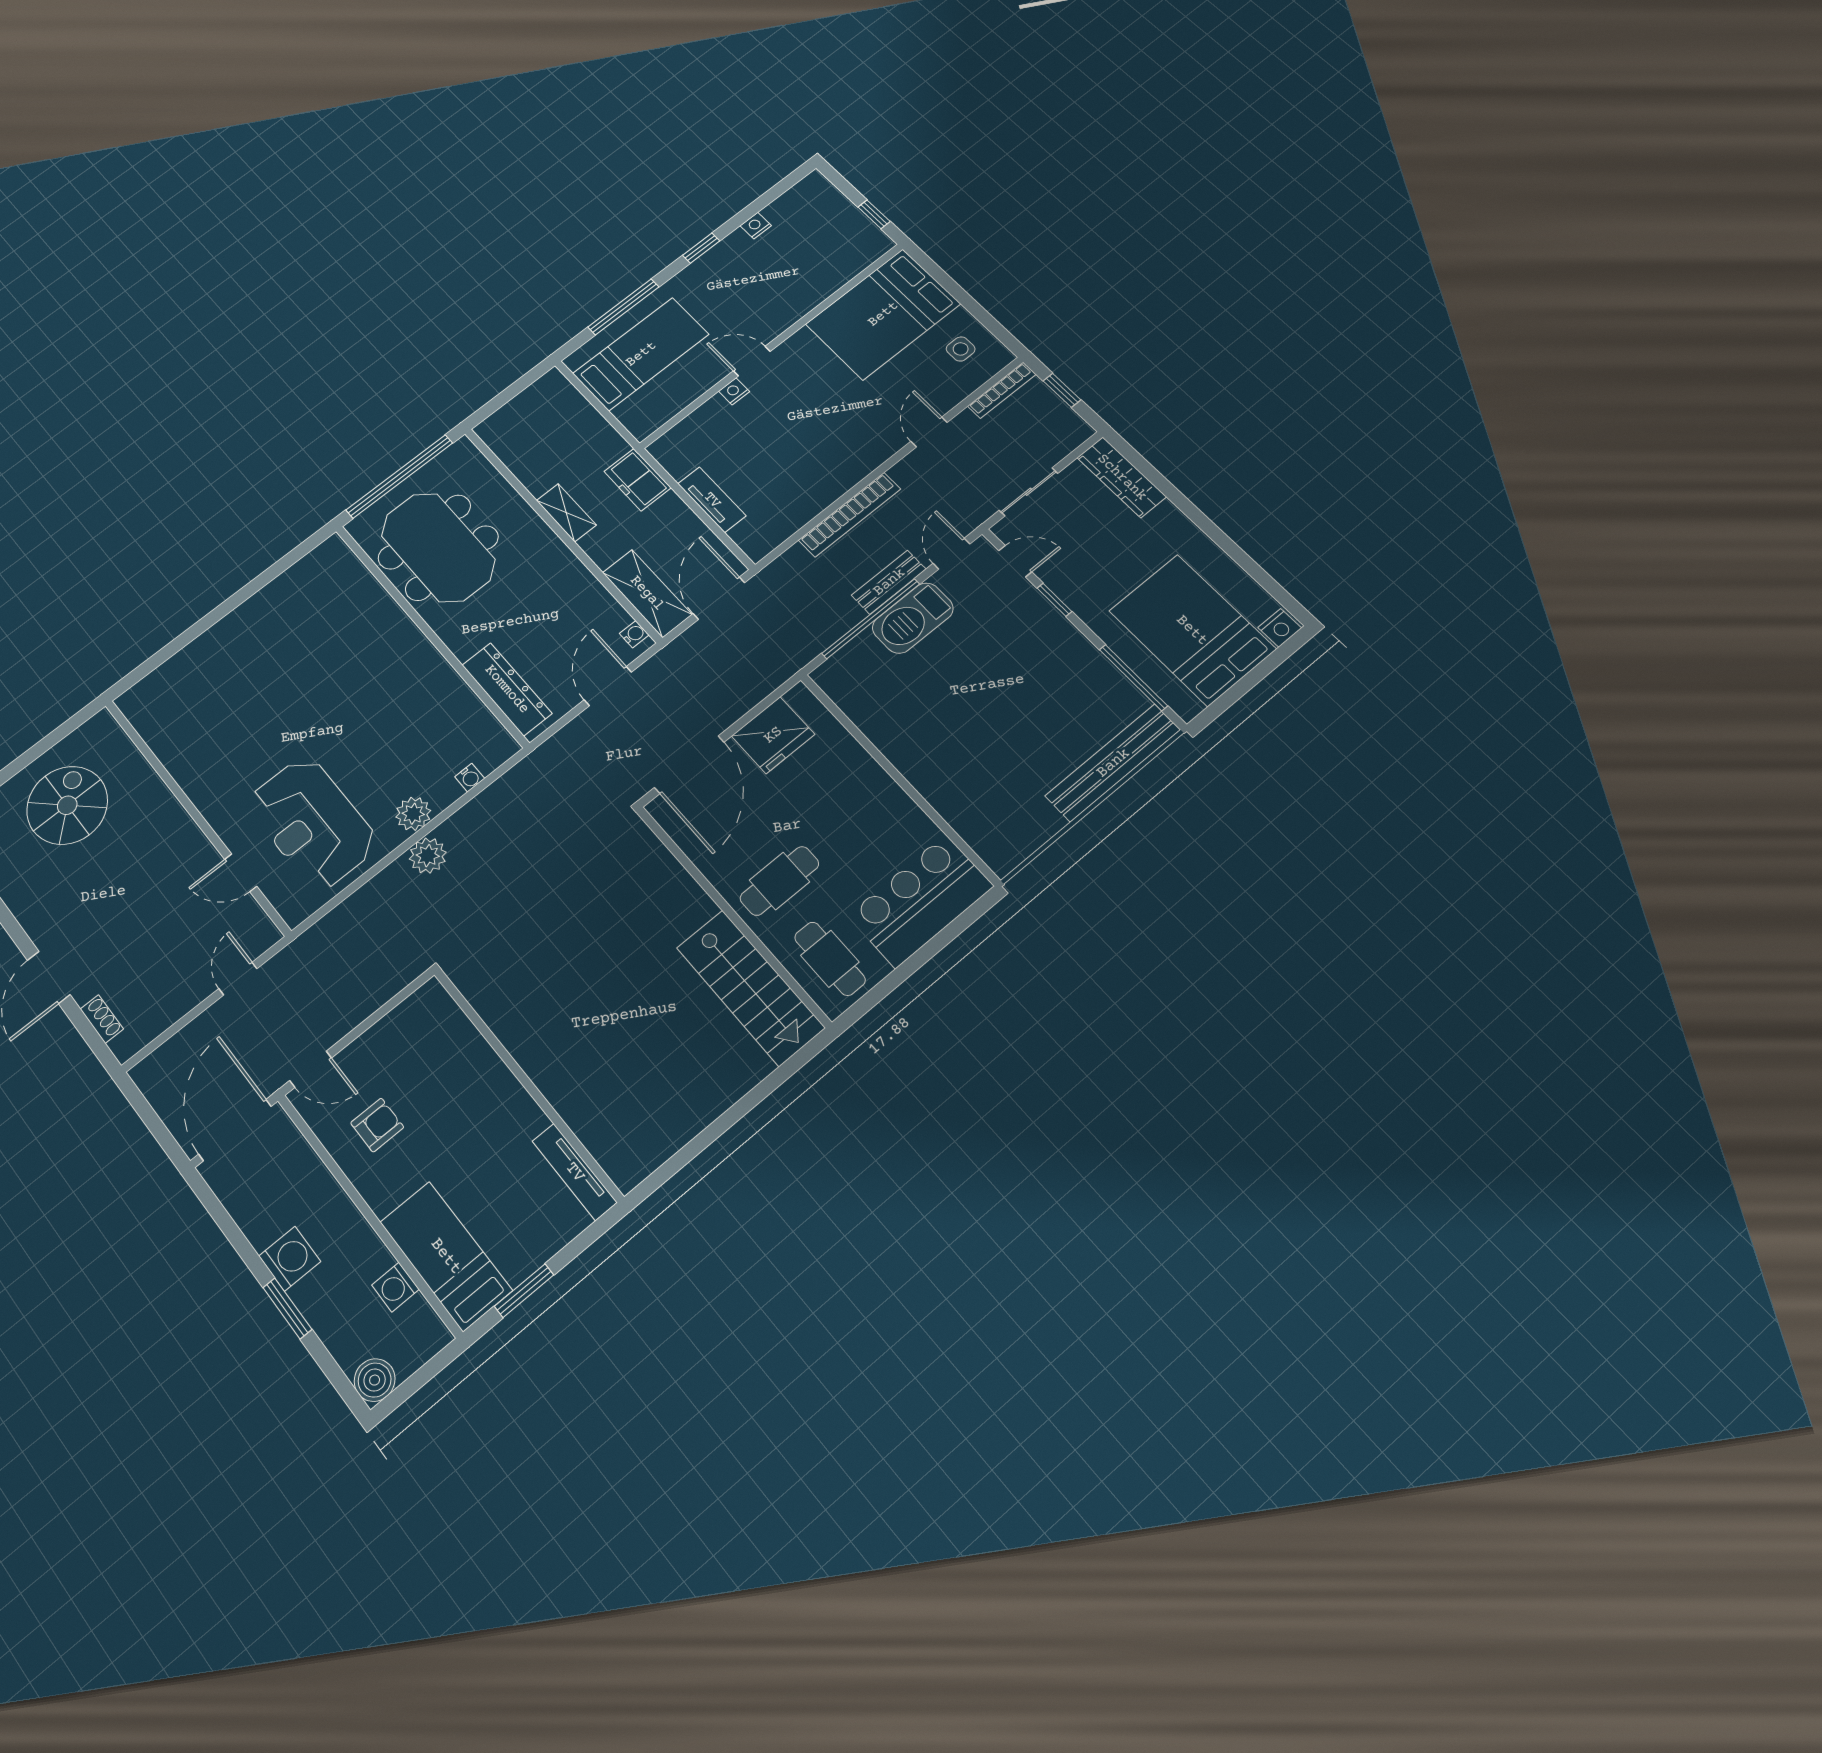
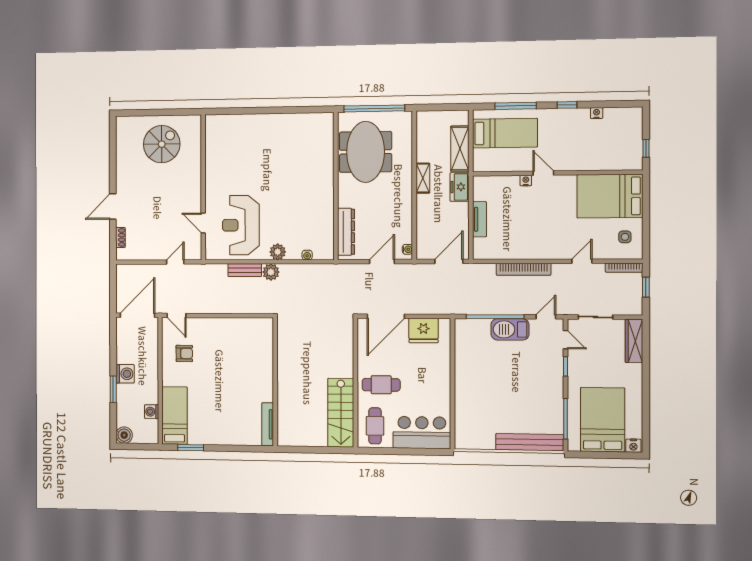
bench: (889, 582) -> (245, 270), moved
shelving: (647, 593) -> (460, 149), moved
wall: (527, 1083) -> (275, 382), moved
tv unit: (575, 1172) -> (268, 424), moved

